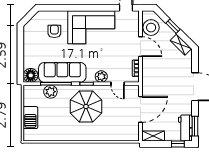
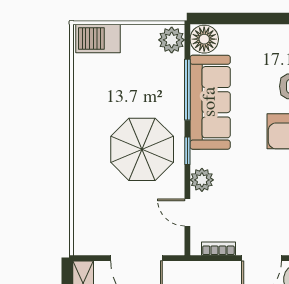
door: (118, 84) -> (187, 213), hinge flipped
plant: (50, 92) -> (172, 40), moved
barbecue: (30, 118) -> (98, 38), moved

